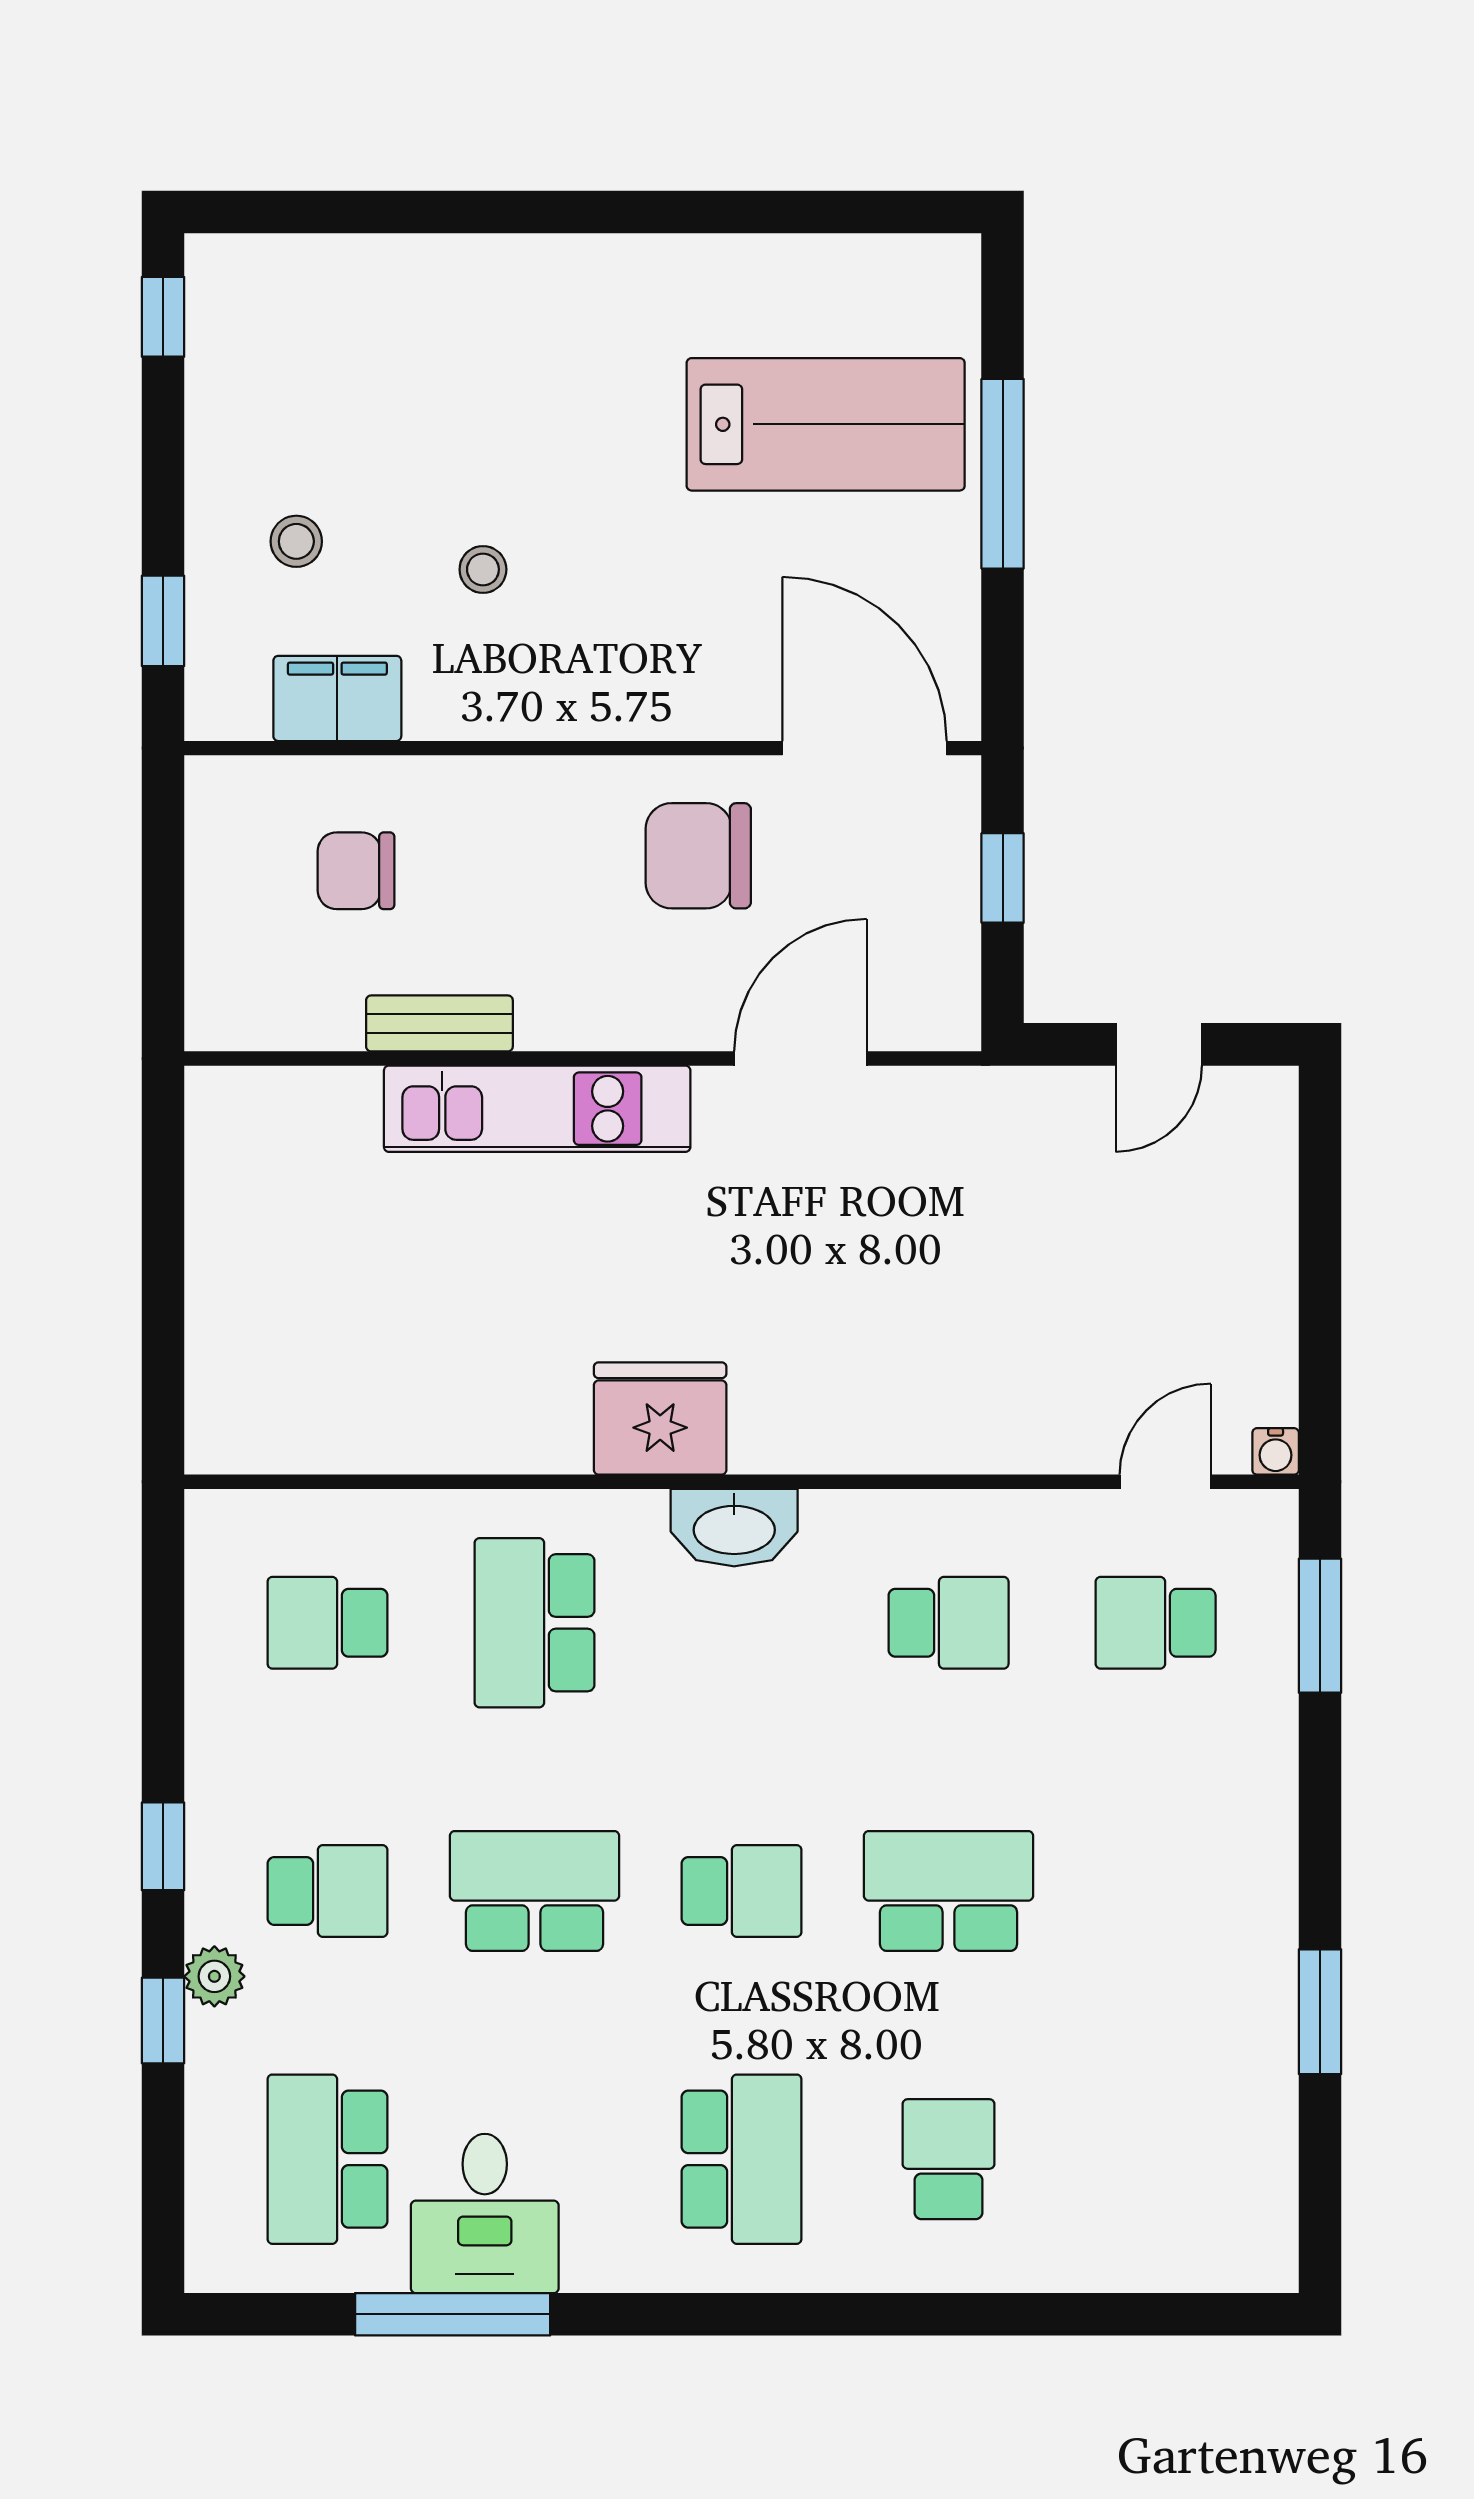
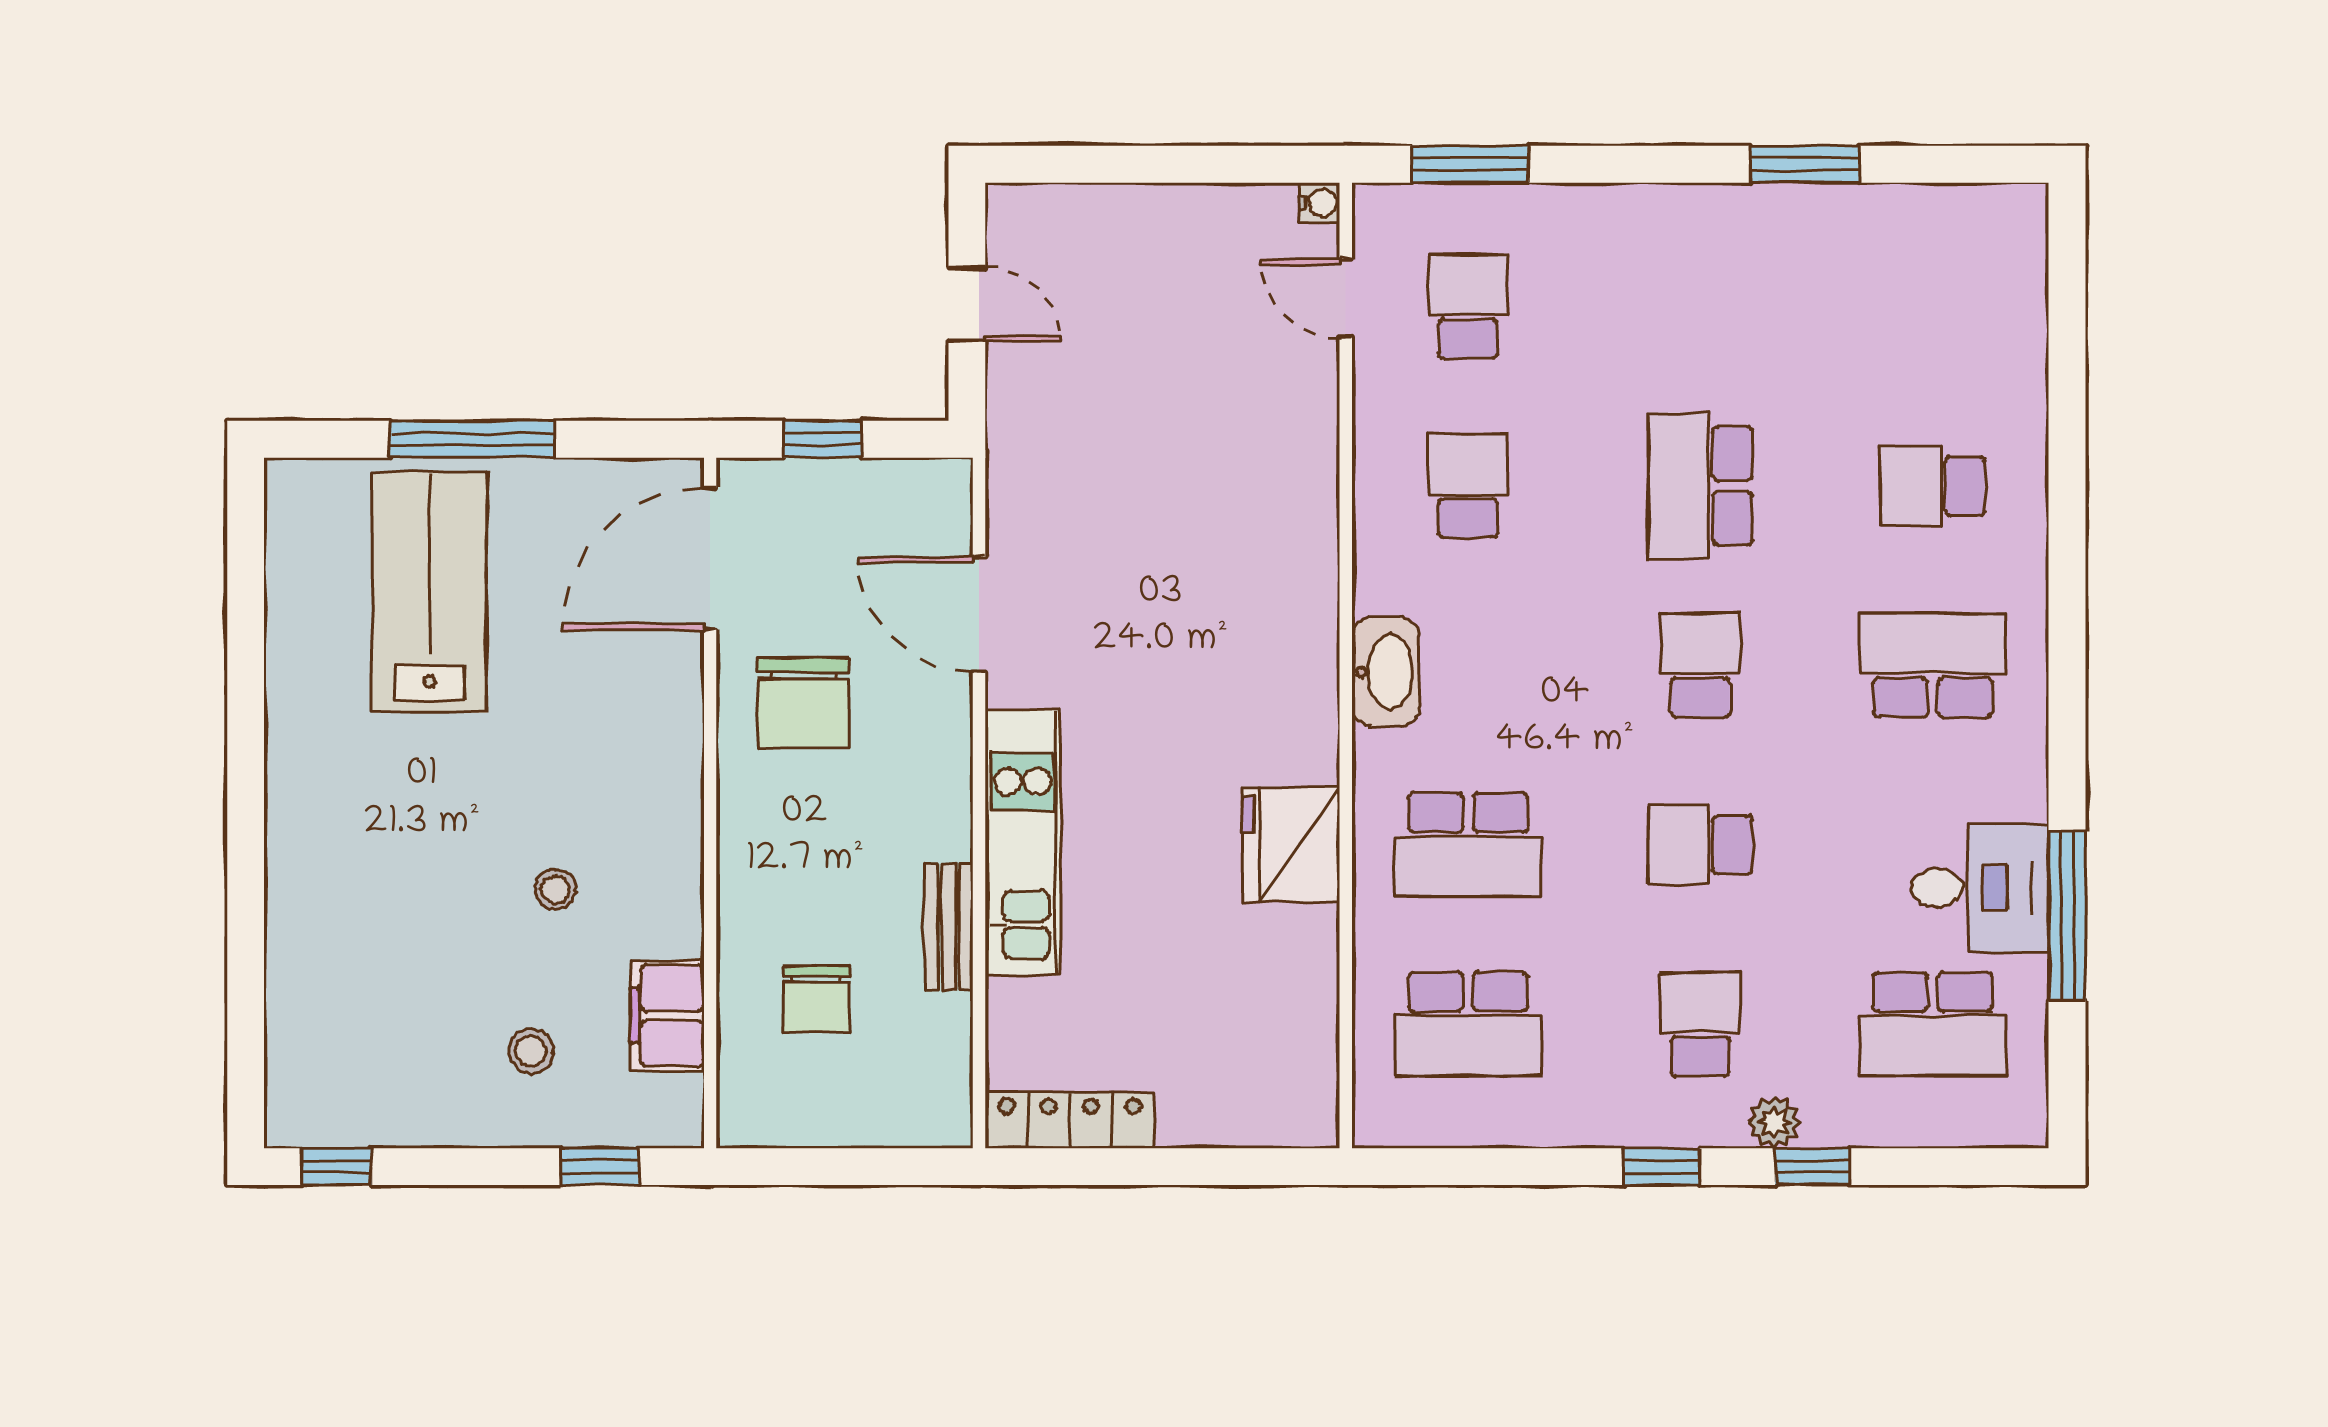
locker: (217, 1163) -> (1070, 1120), added
fridge: (660, 1419) -> (1291, 844), moved
school desk: (327, 1623) -> (1468, 1024), width x1.85
school desk: (1156, 1623) -> (1468, 307), turned 180
school desk: (535, 1891) -> (1700, 845), width x0.54

